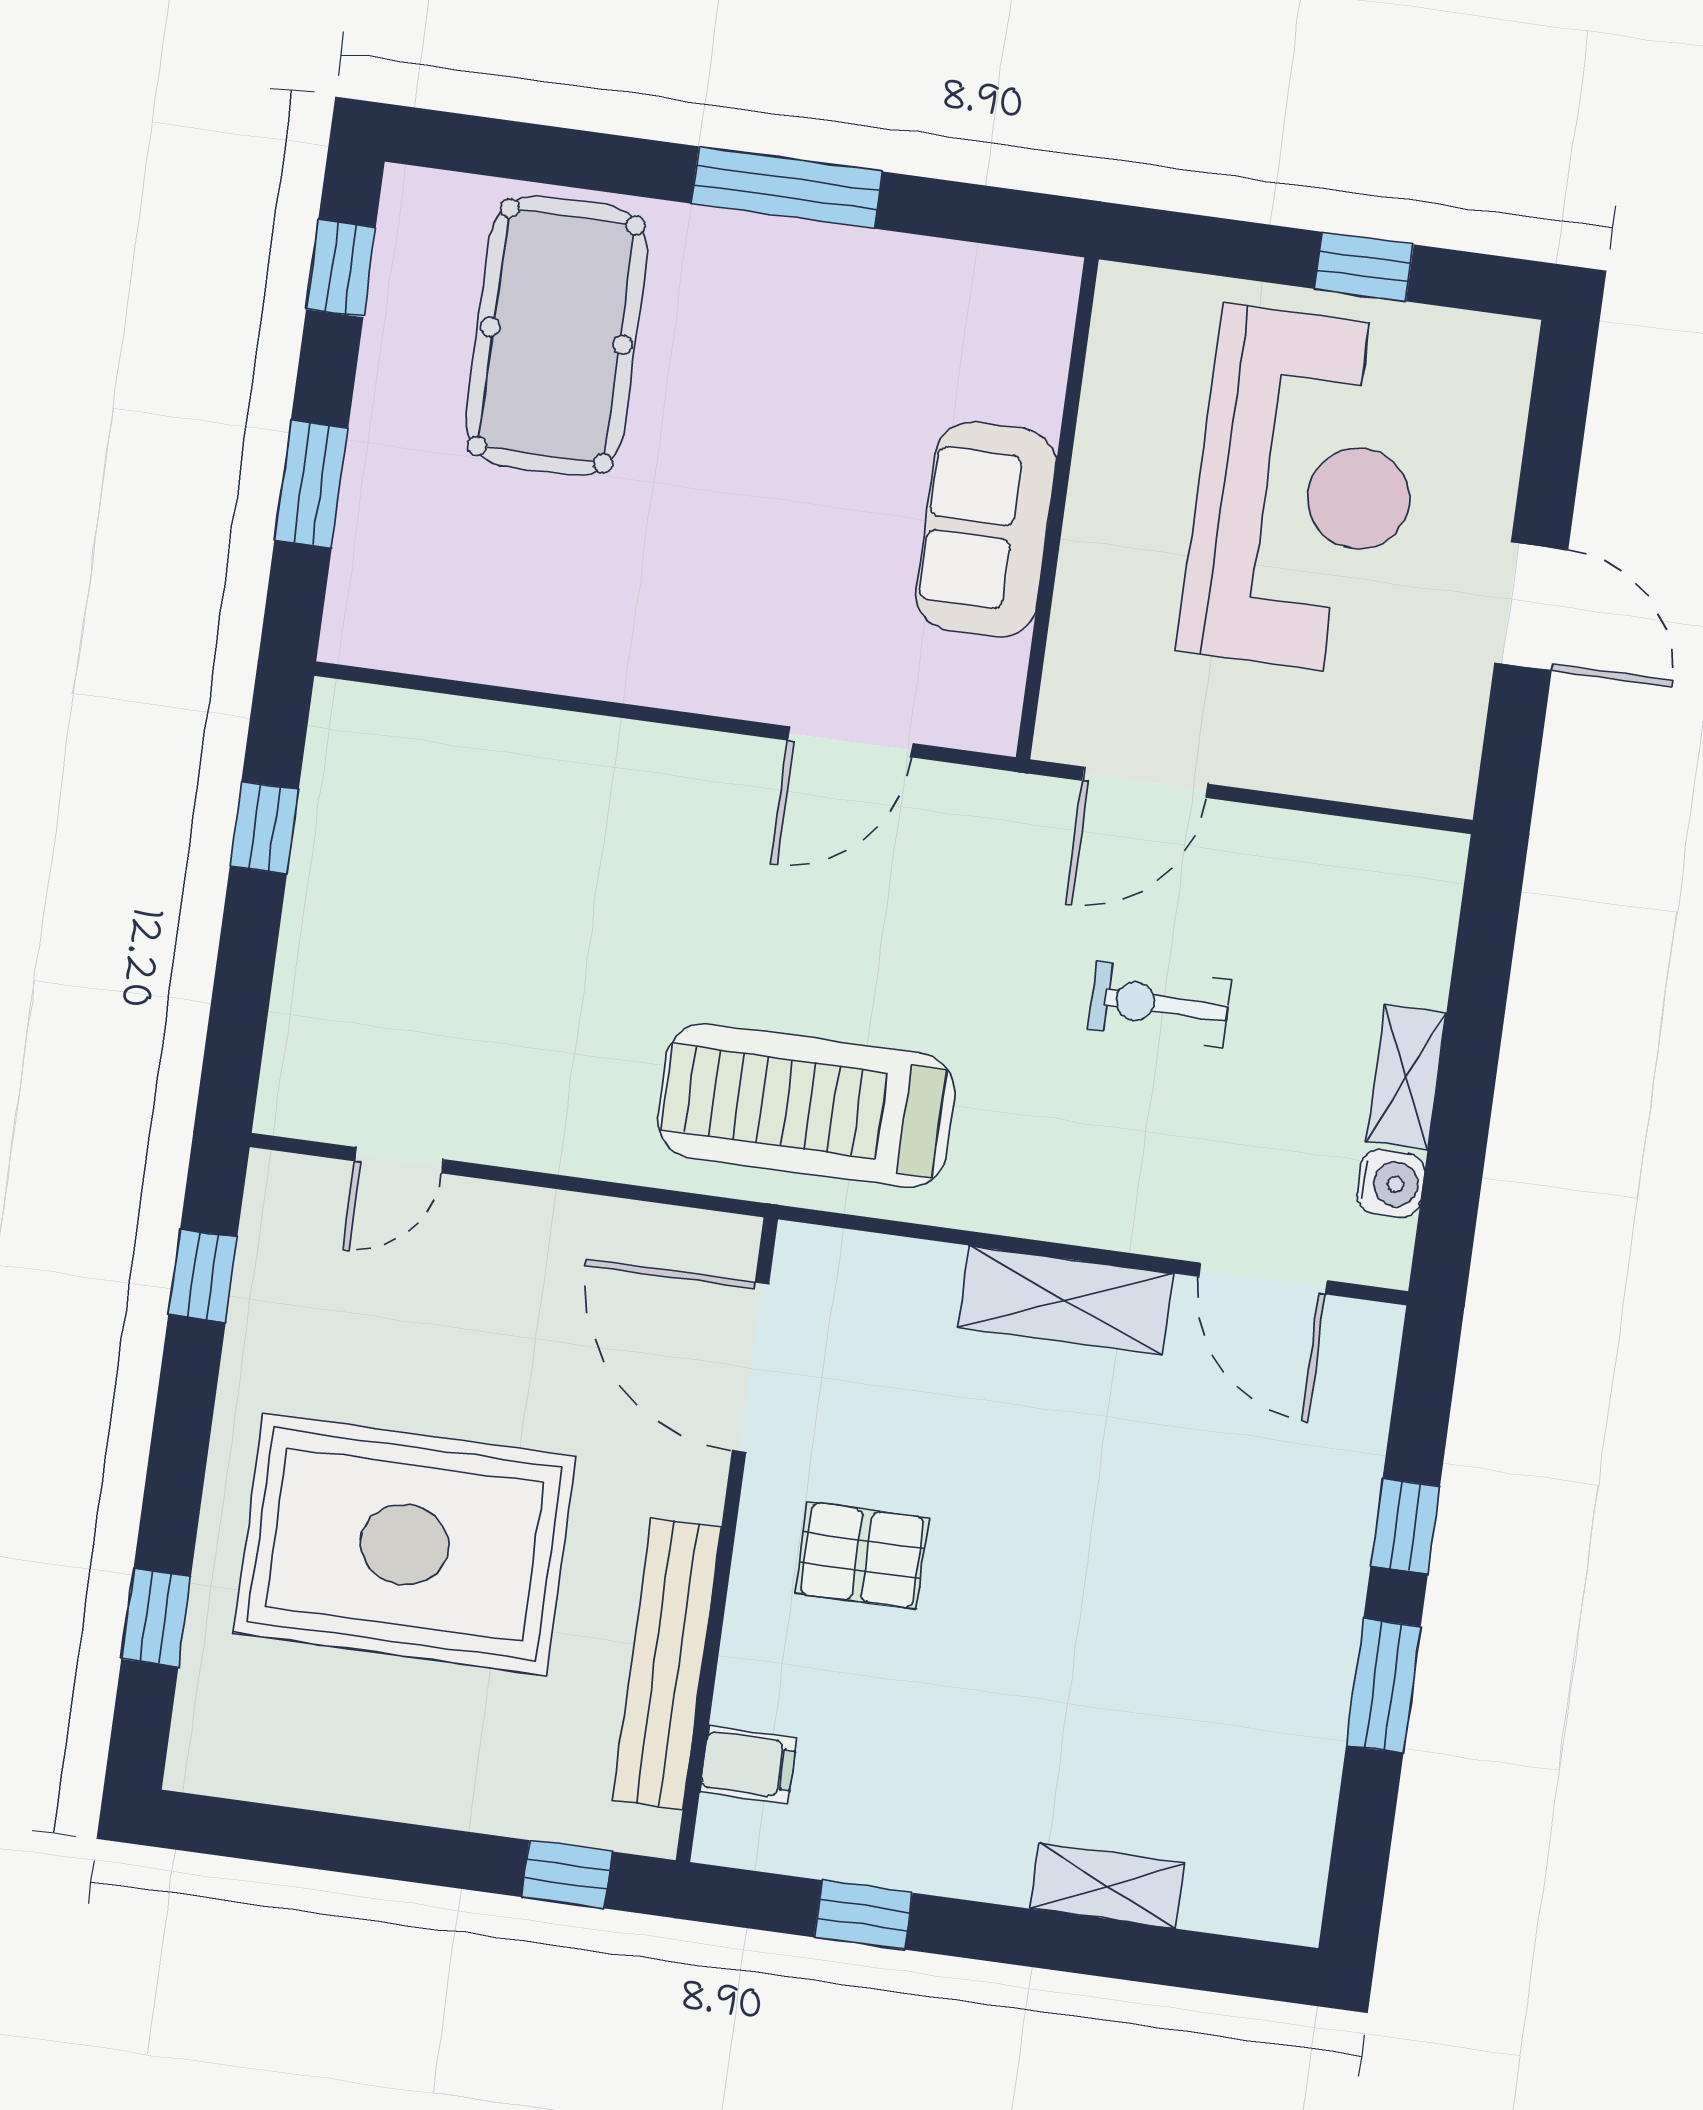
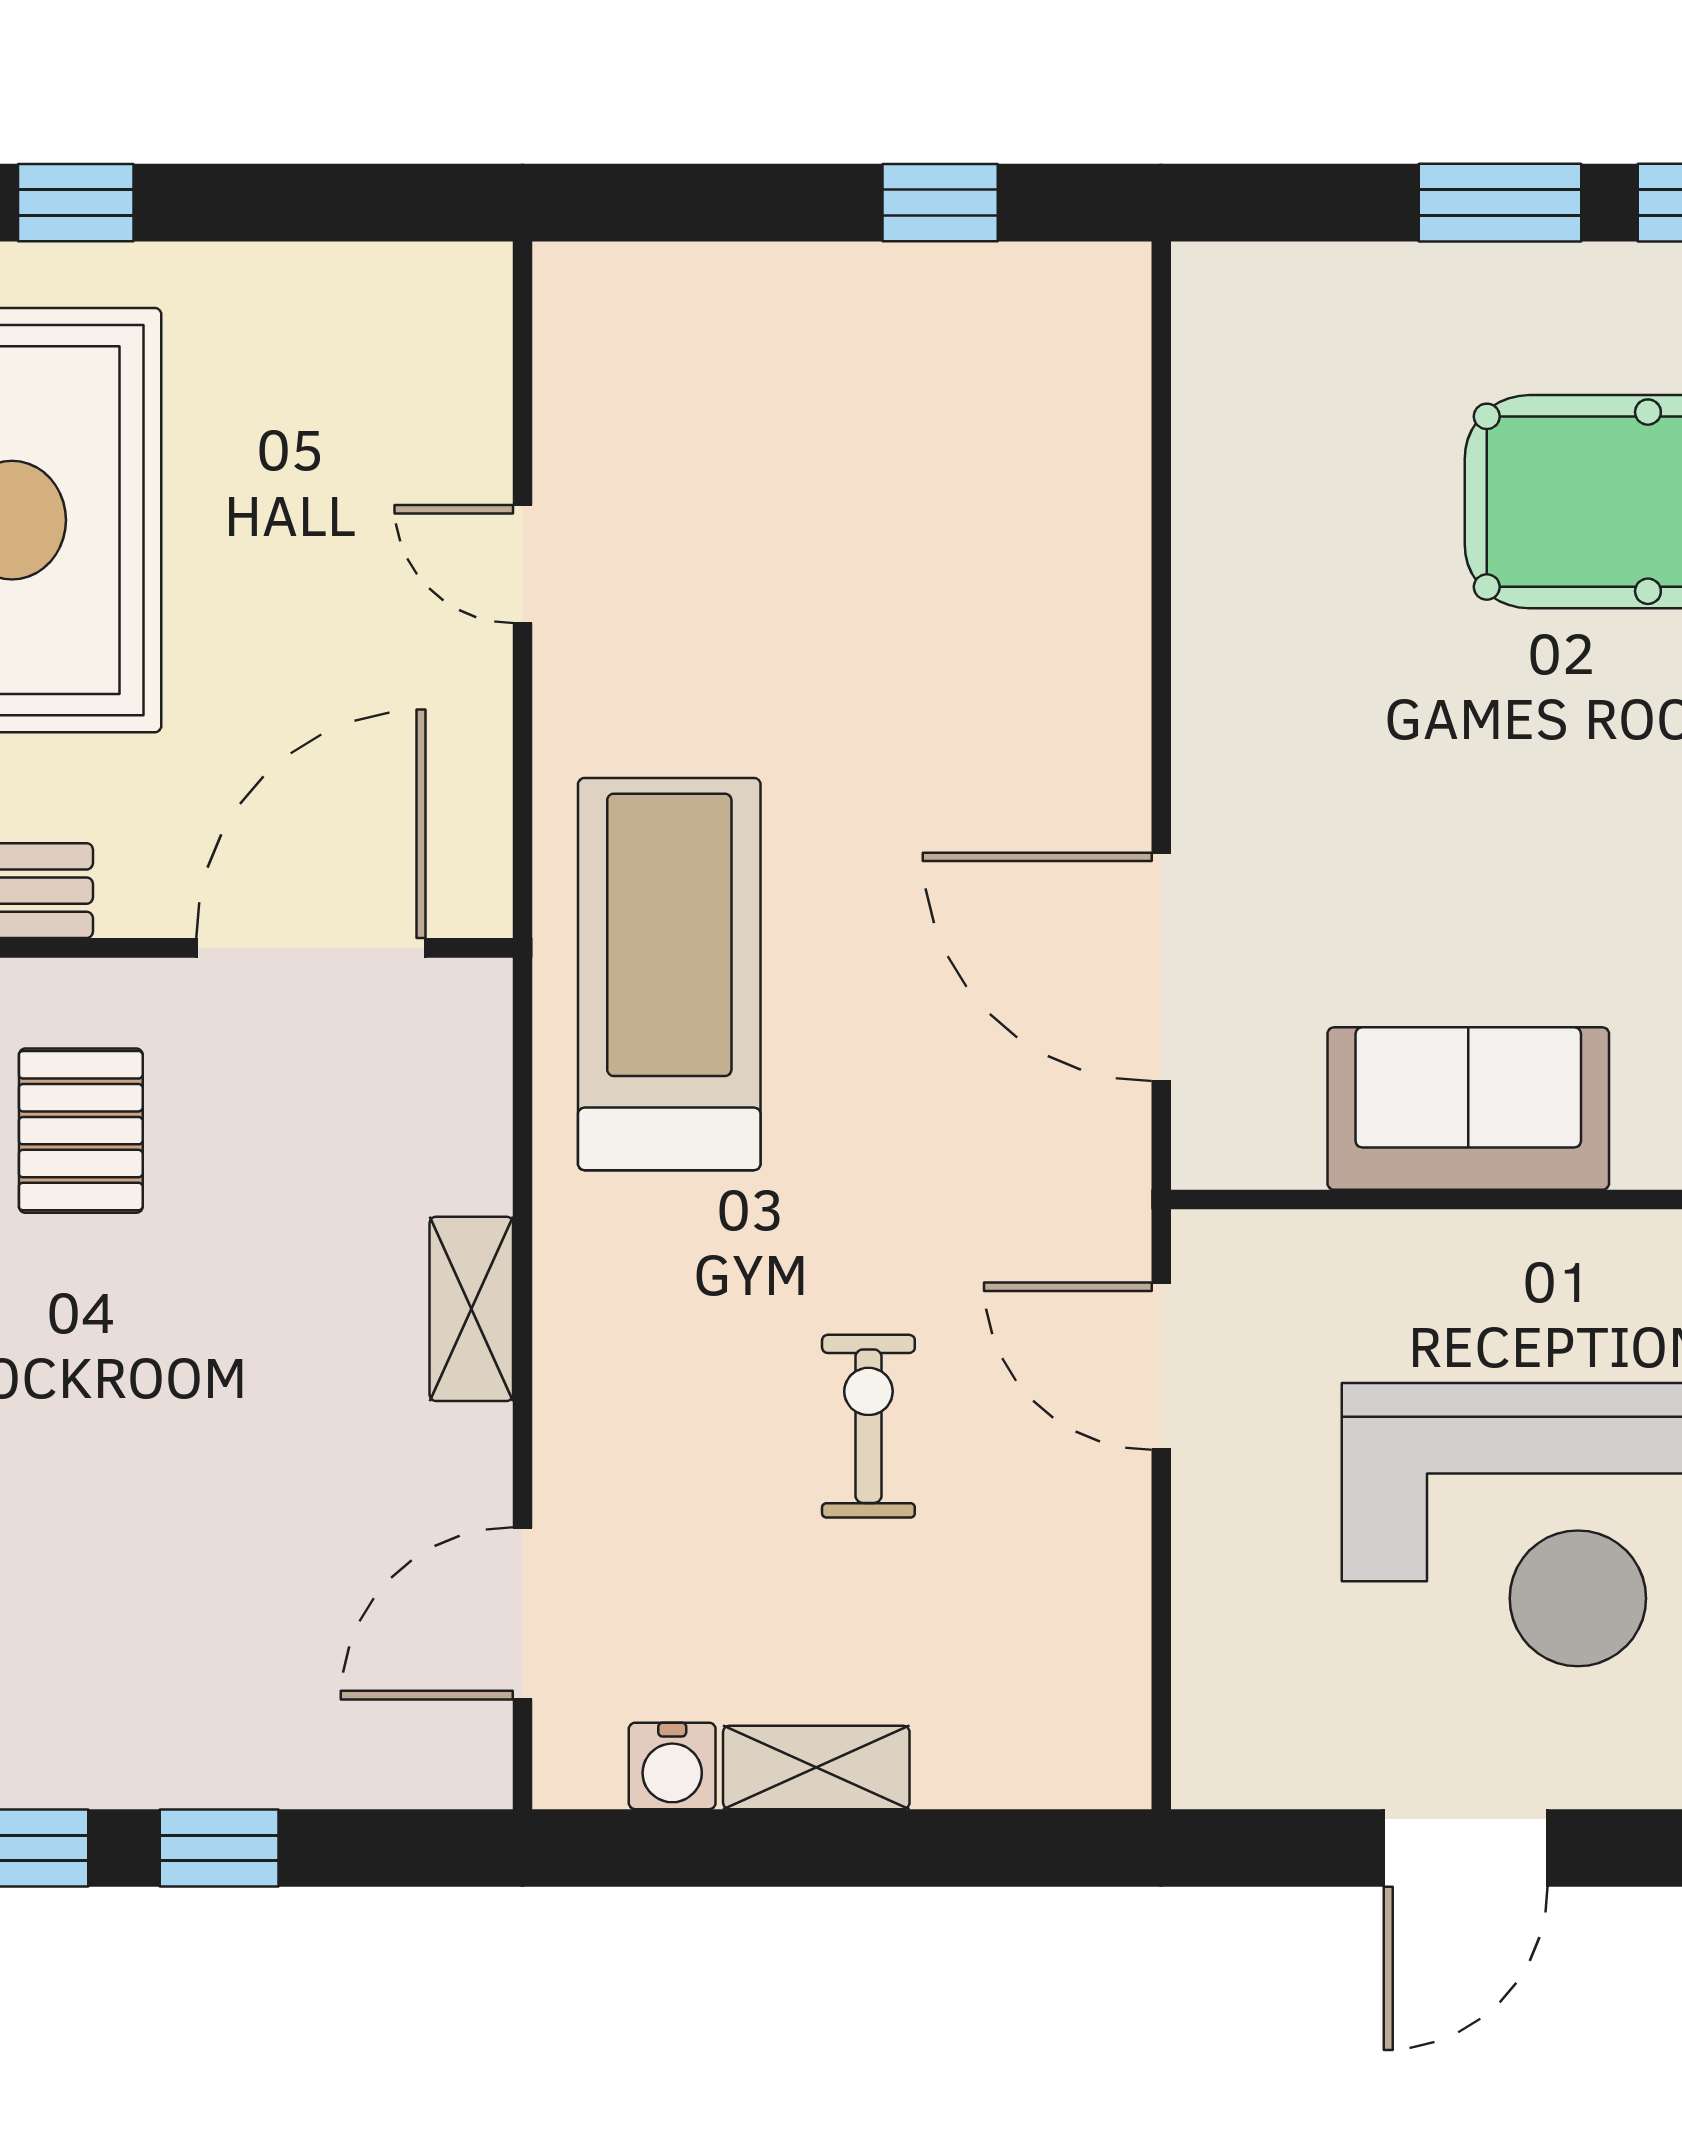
window: (311, 484) -> (1500, 203), moved
door: (850, 742) -> (1161, 967), width x1.36
door: (399, 1160) -> (522, 564), moved
window: (203, 1276) -> (76, 203), moved
shelving: (1066, 1300) -> (471, 1309), width x0.67, depth x0.75

